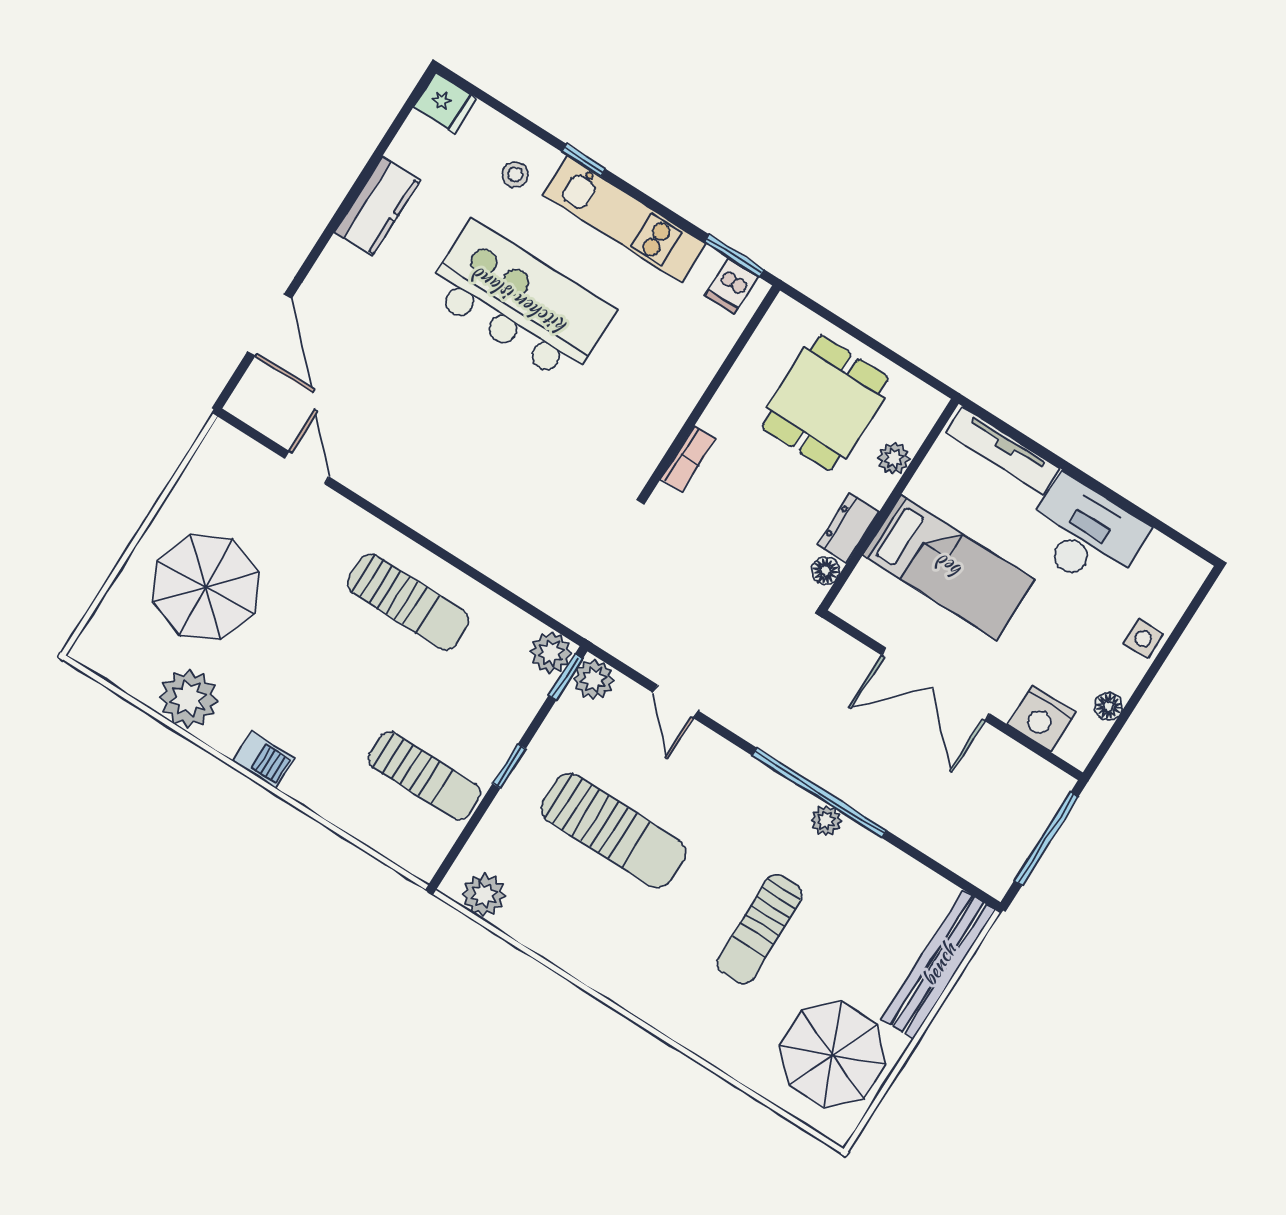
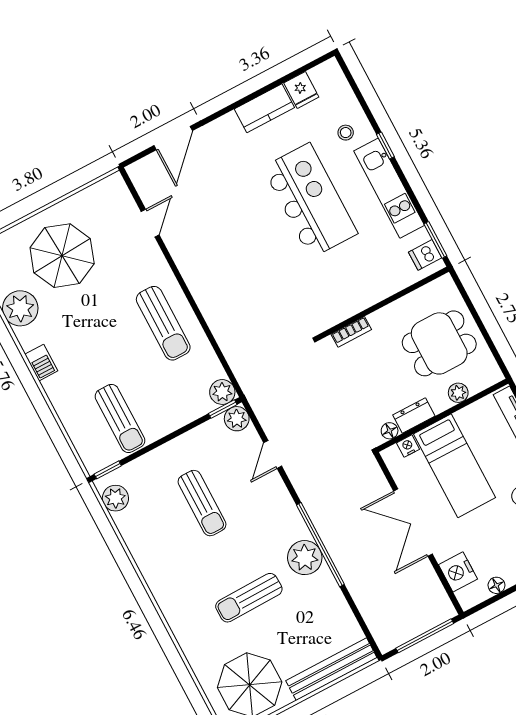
fridge: (445, 103) -> (301, 90), moved
nightstand: (865, 578) -> (408, 446), added
window: (509, 766) -> (108, 470), moved
plant: (826, 821) -> (305, 558), width x1.88, depth x1.88
sun lounger: (613, 830) -> (202, 503), width x0.73, depth x0.75

